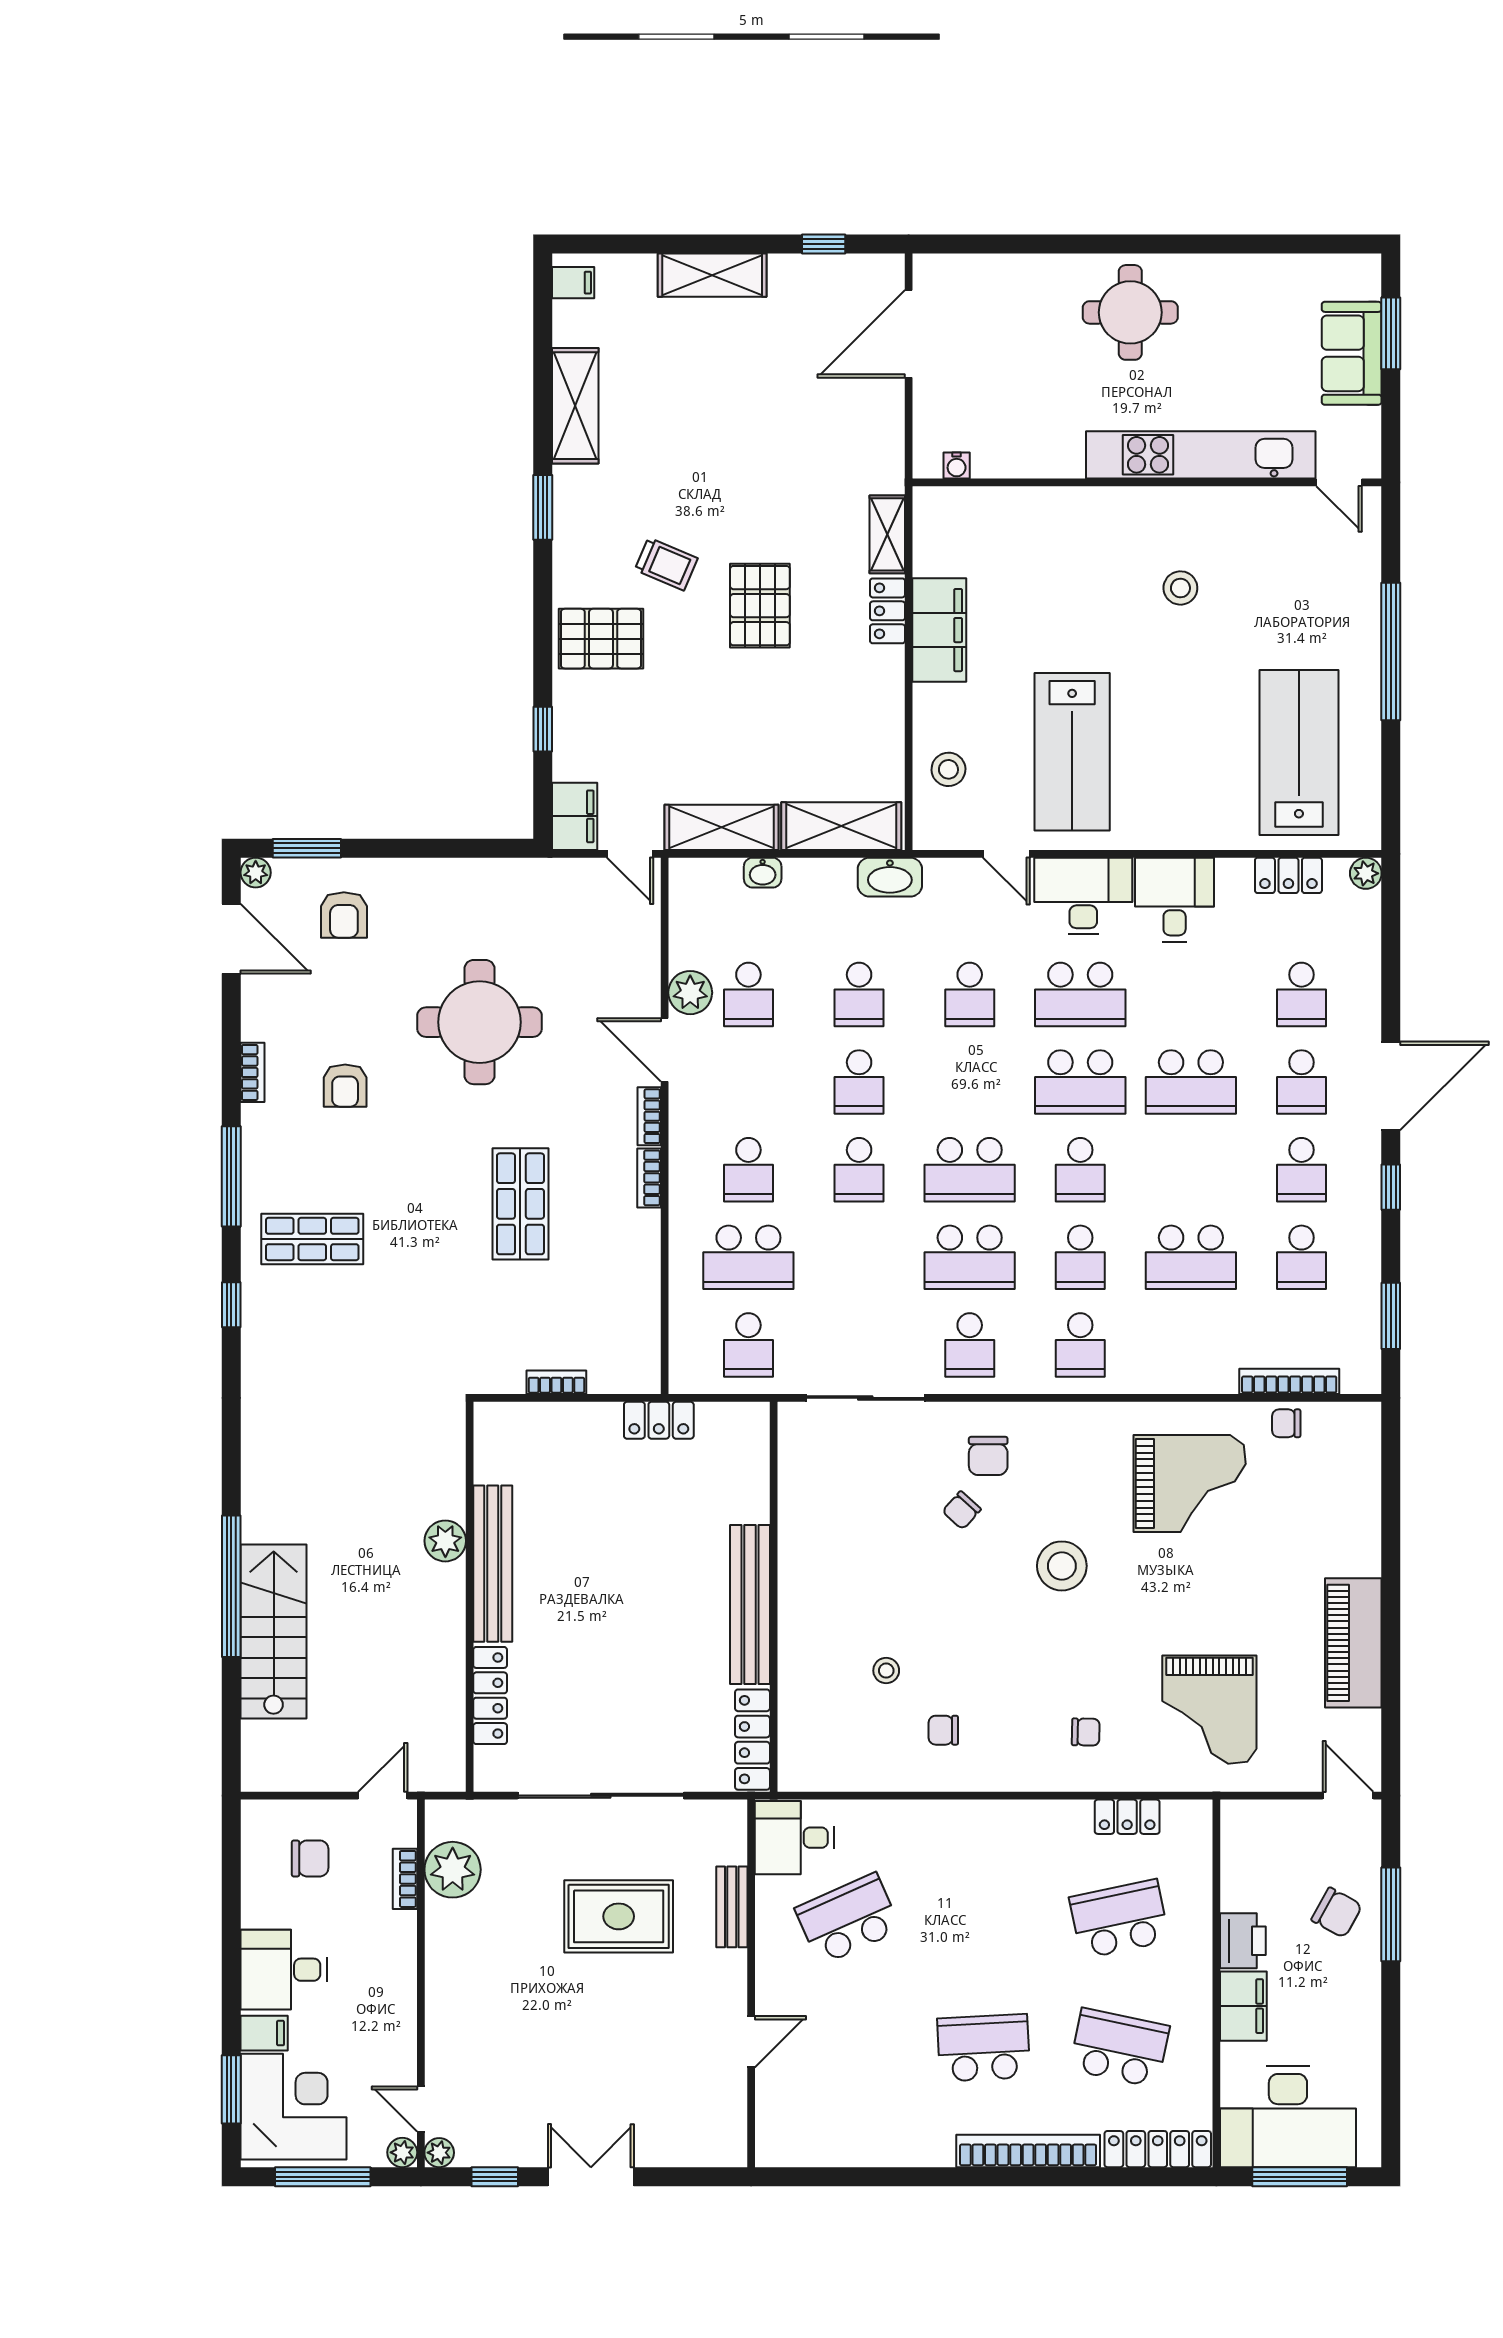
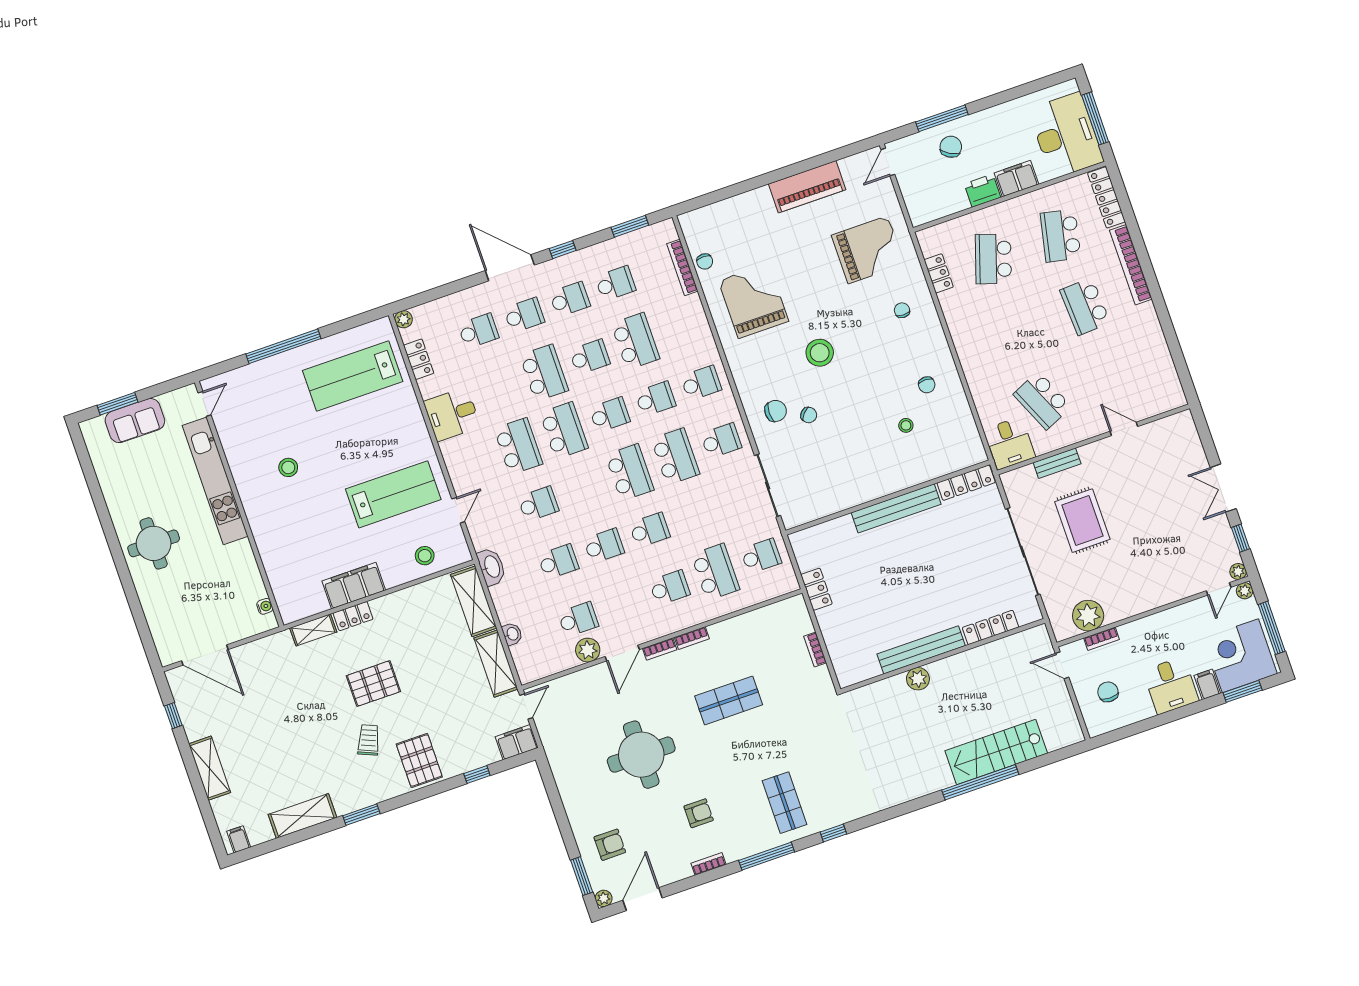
desk: (1083, 896) -> (466, 463), removed
school desk: (1191, 1170) -> (590, 357), added
school desk: (1119, 1919) -> (993, 259), turned 30

